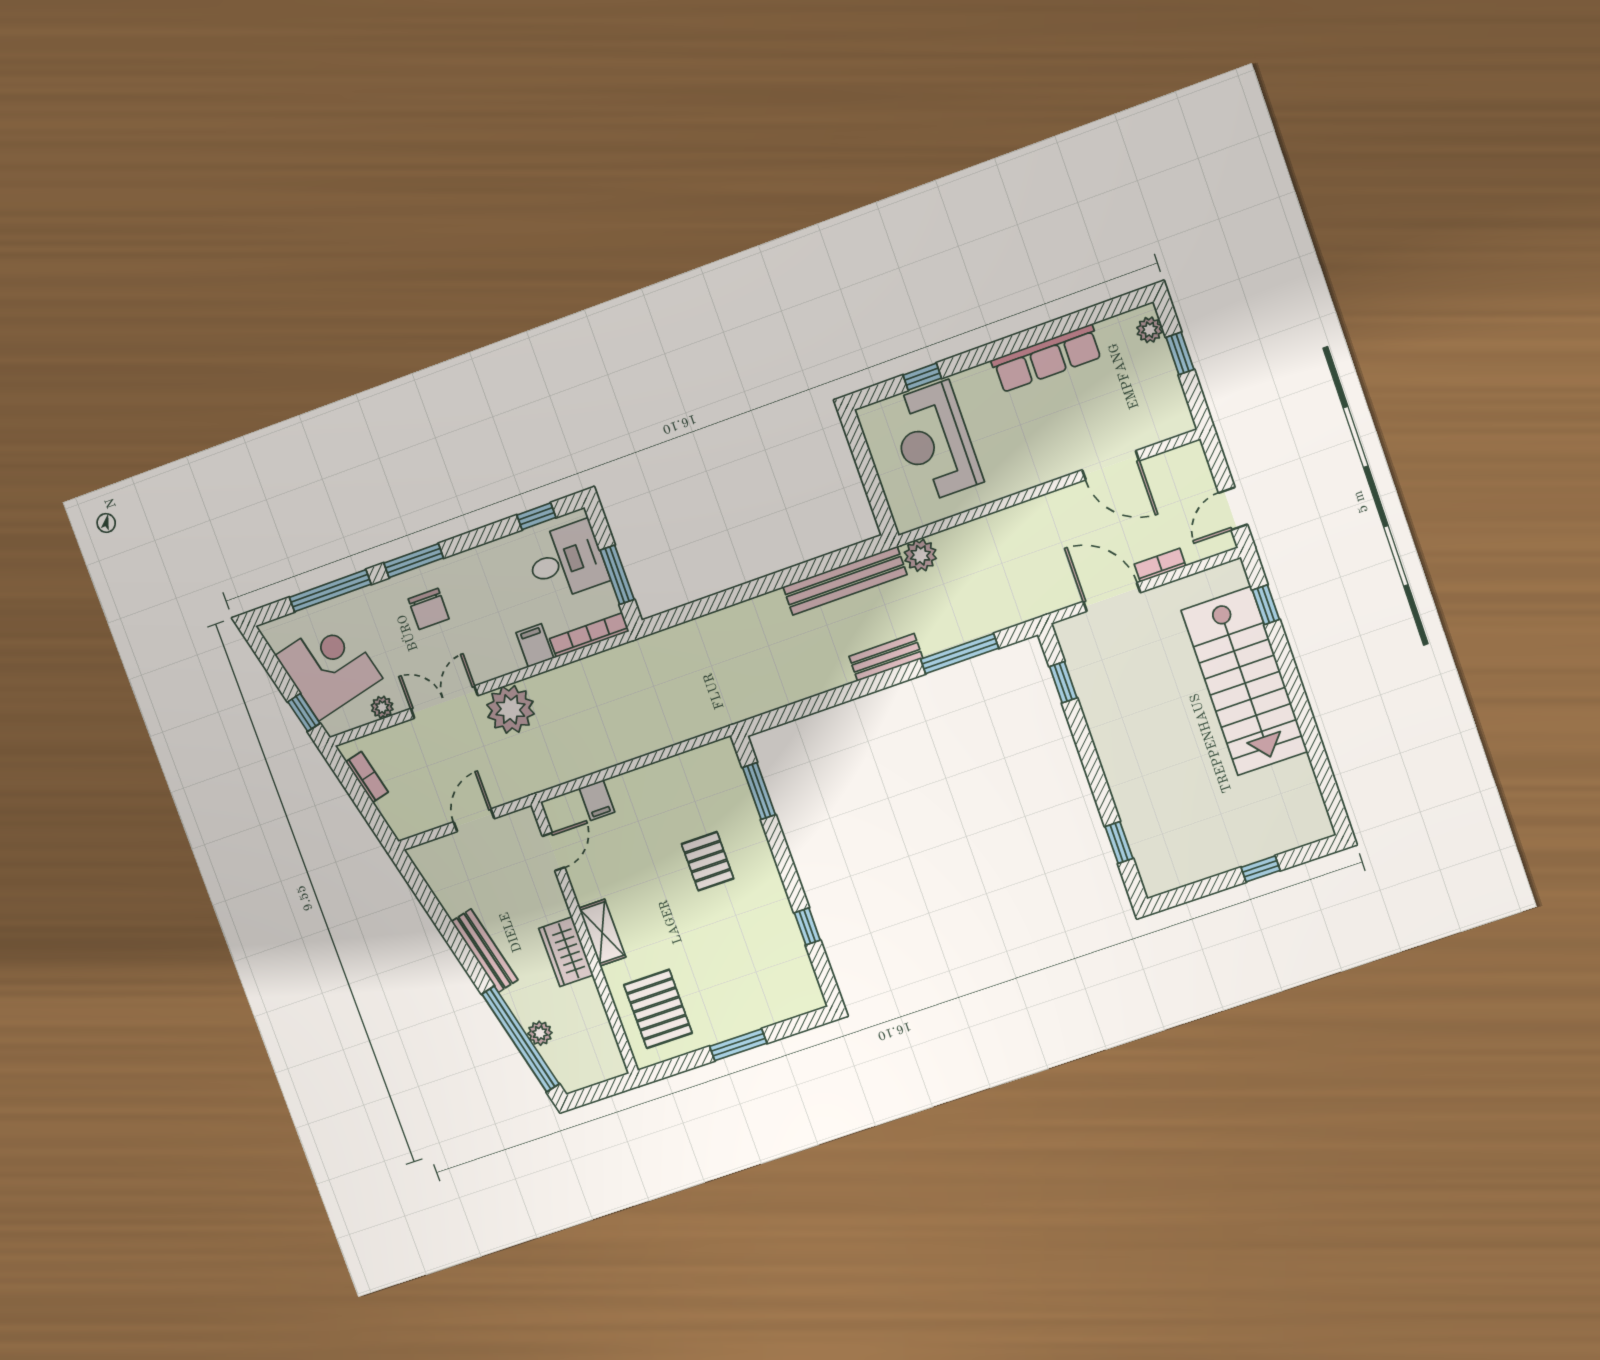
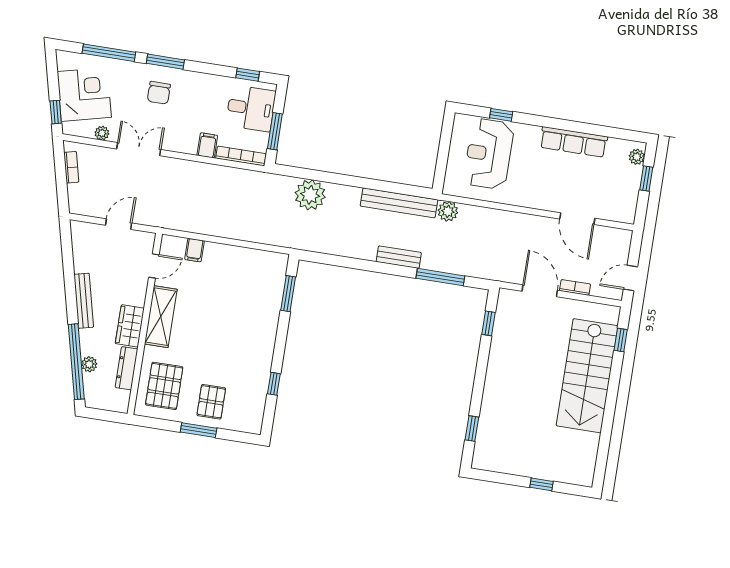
plant: (510, 709) -> (310, 195), moved
pallet: (708, 861) -> (211, 402), moved
shelving: (602, 933) -> (161, 317), width x1.50, depth x1.33
dresser: (593, 1012) -> (127, 368), added

